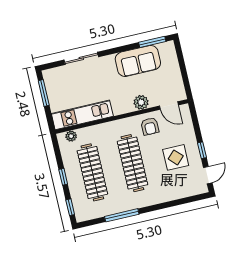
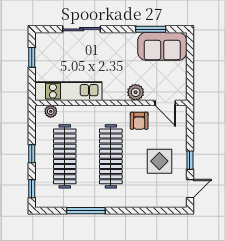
window: (152, 42) -> (151, 29), moved
sofa: (138, 61) -> (162, 46), moved
window: (44, 93) -> (32, 57), width x0.67

